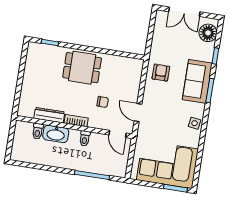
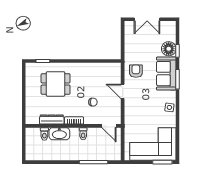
floor lamp: (208, 33) -> (169, 49), moved
dining table: (82, 68) -> (56, 84), moved
door: (138, 113) -> (123, 91), moved

